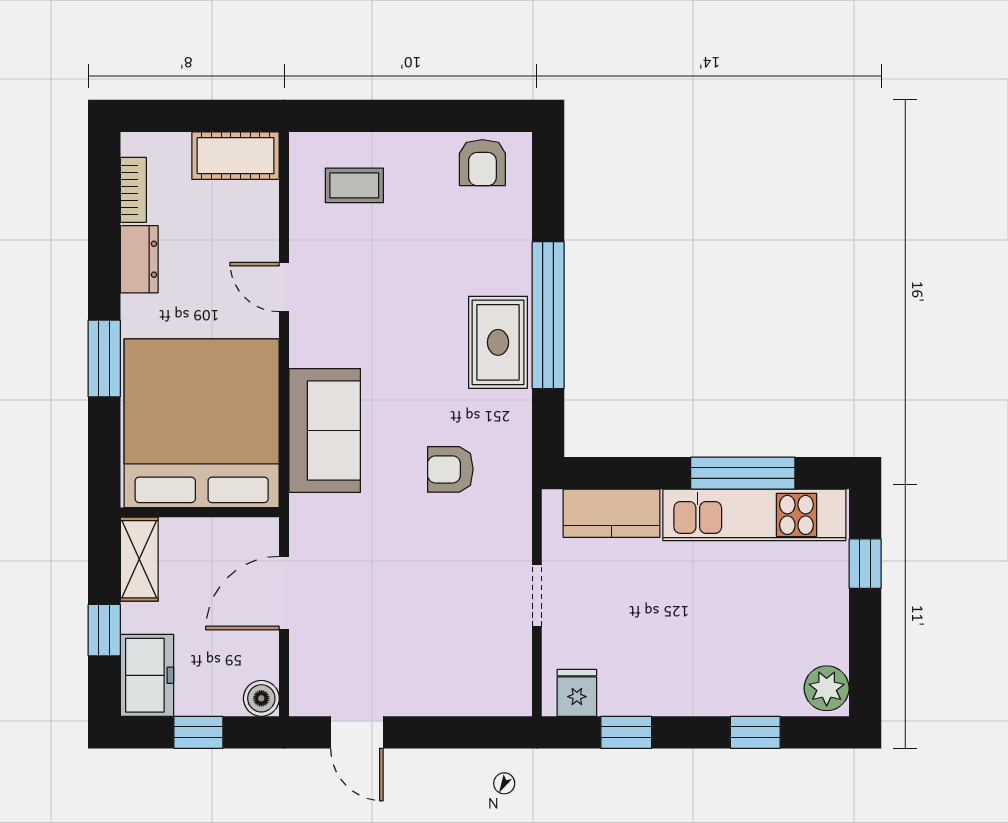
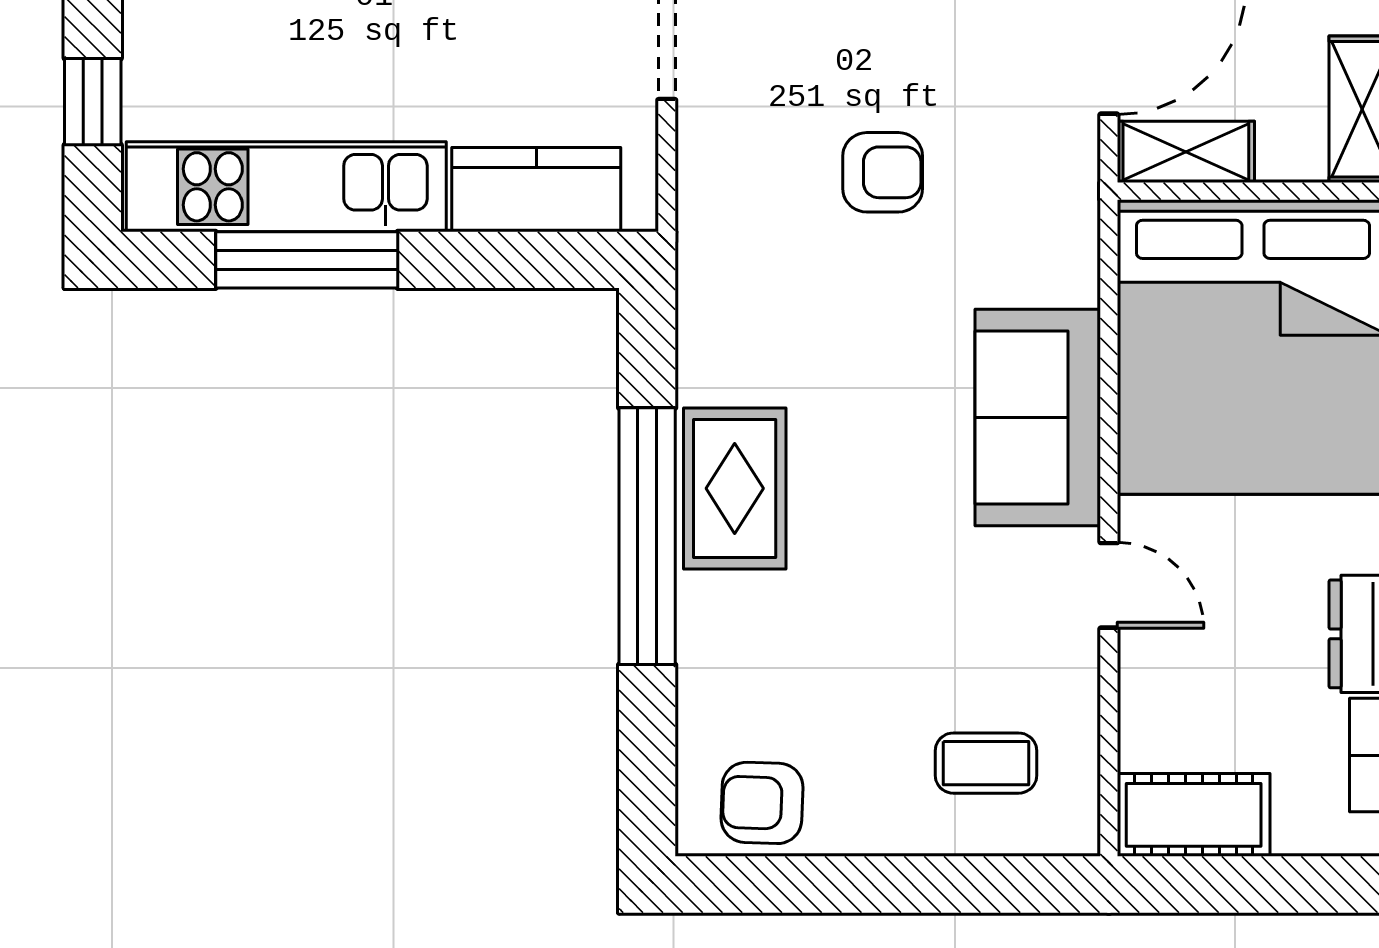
armchair: (482, 163) -> (762, 803), turned -88
sofa: (325, 430) -> (1038, 418), moved
armchair: (450, 469) -> (883, 172), moved
shelving: (240, 535) -> (1186, 152), added

